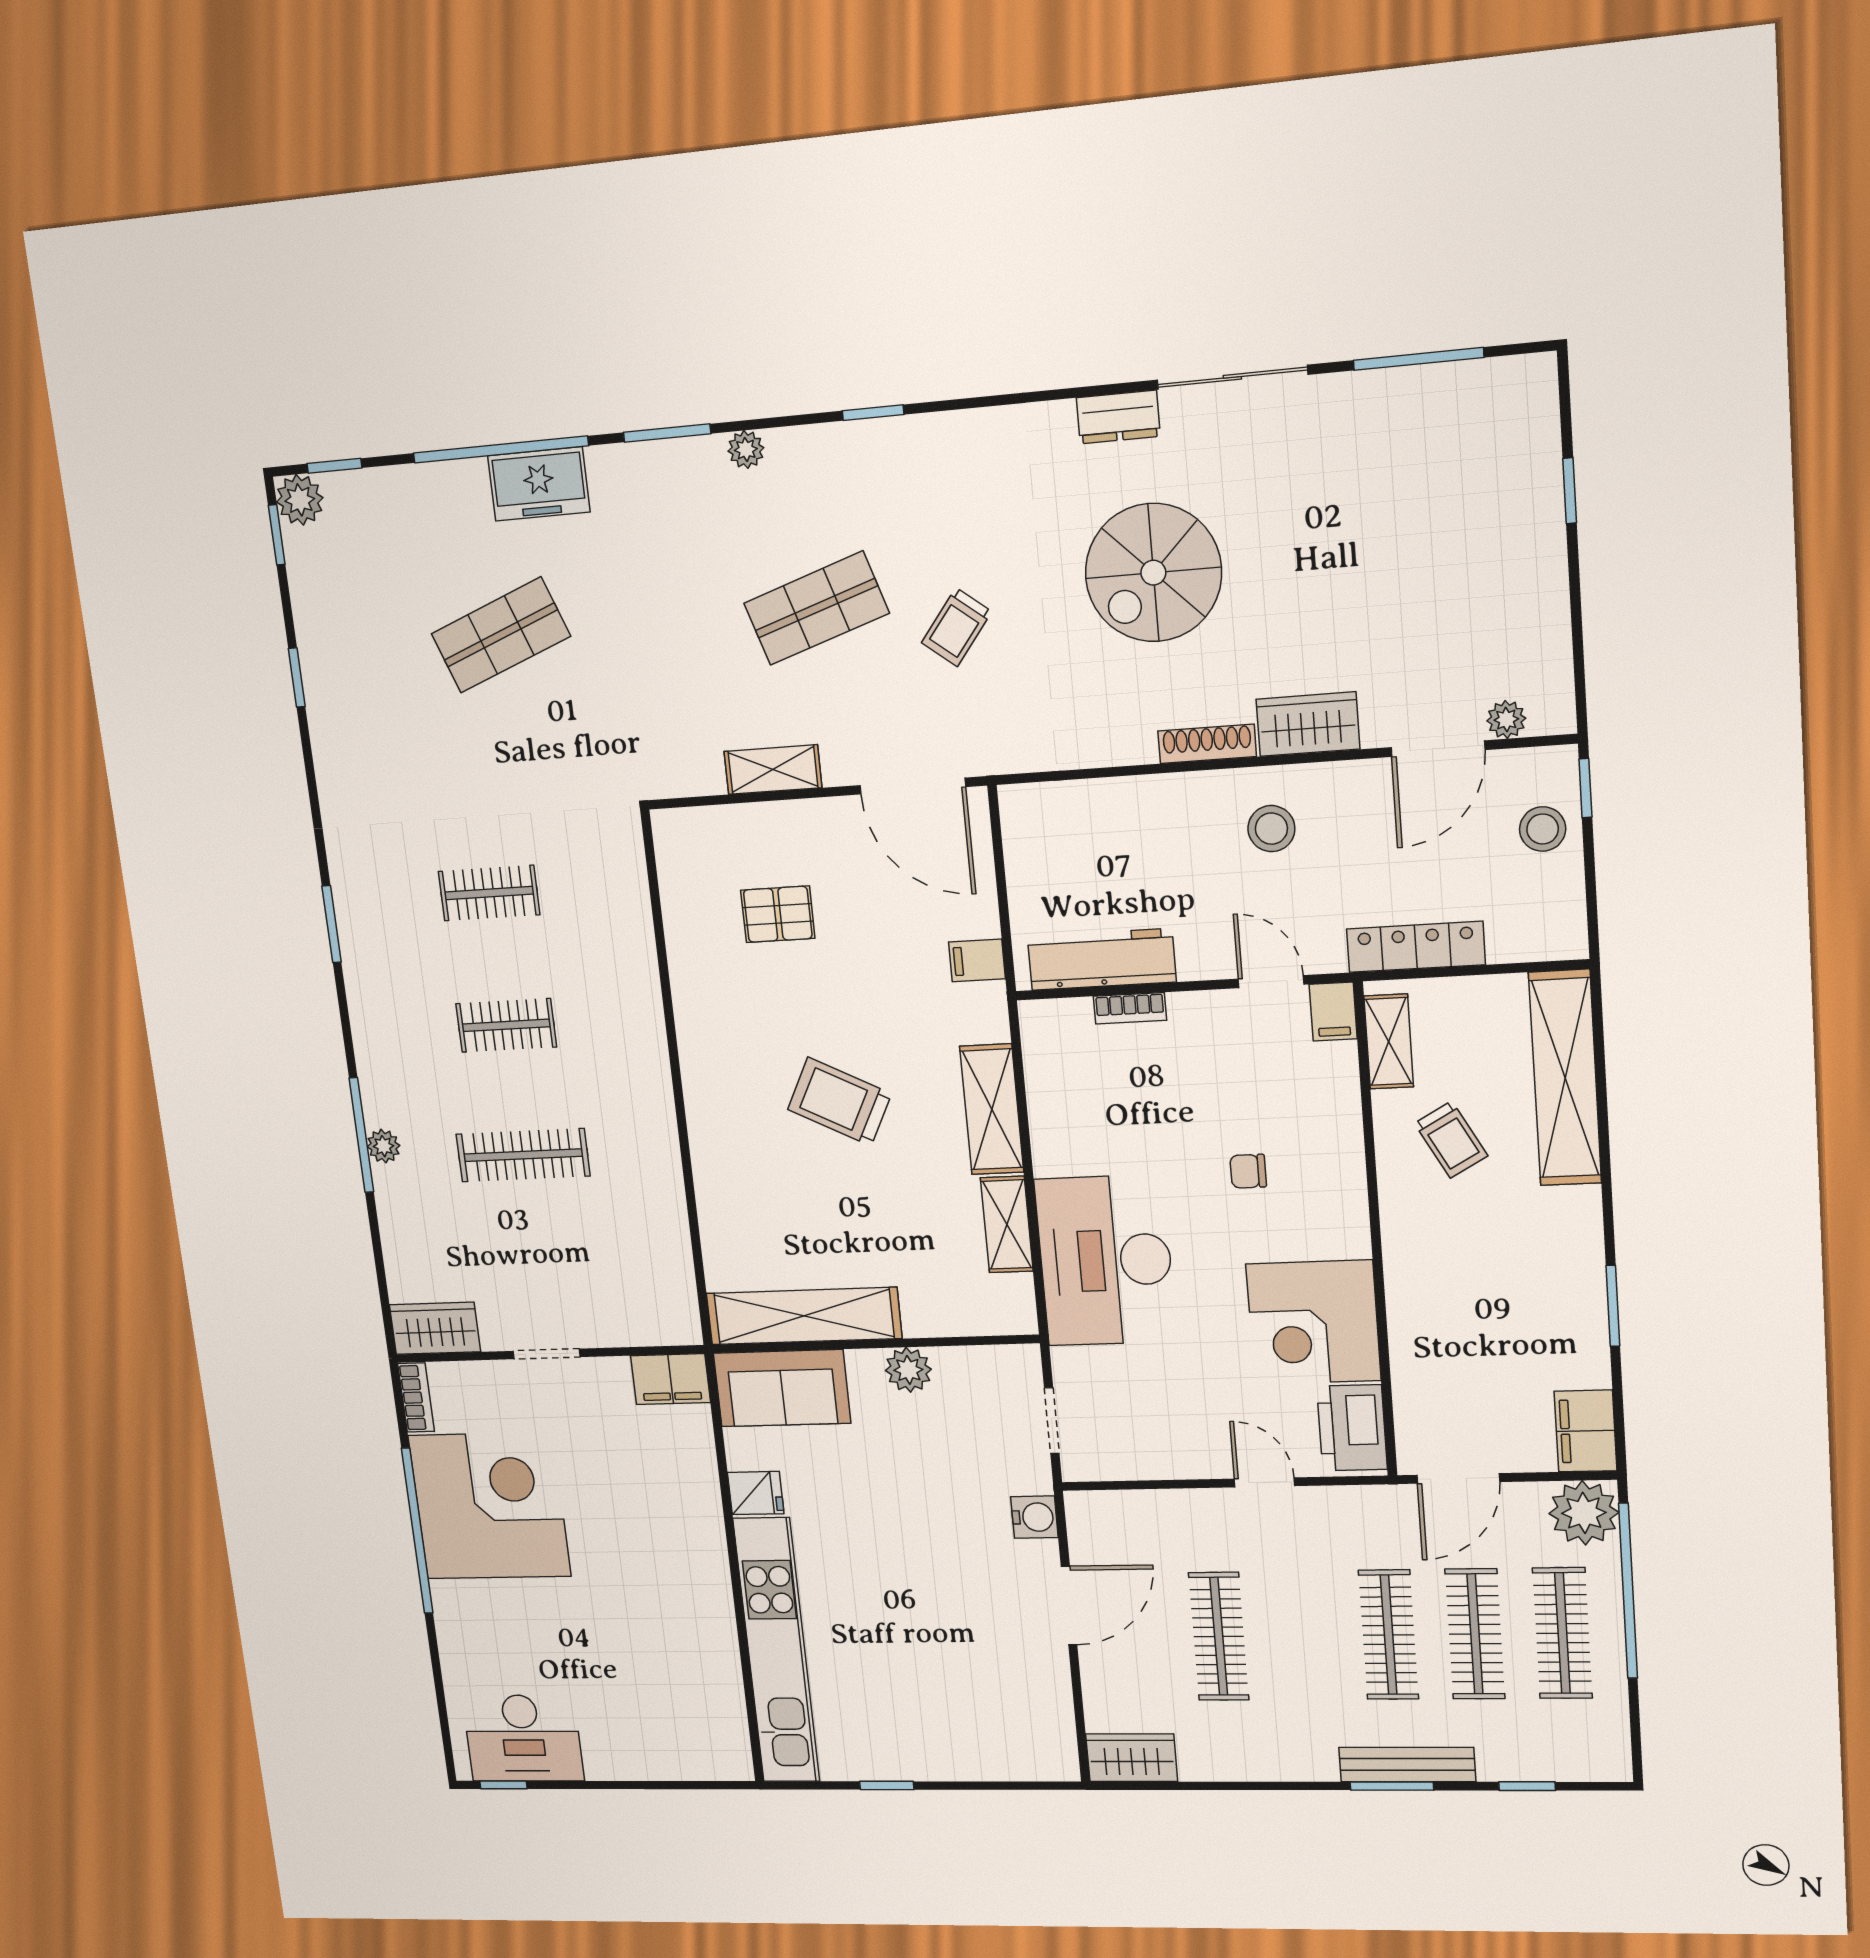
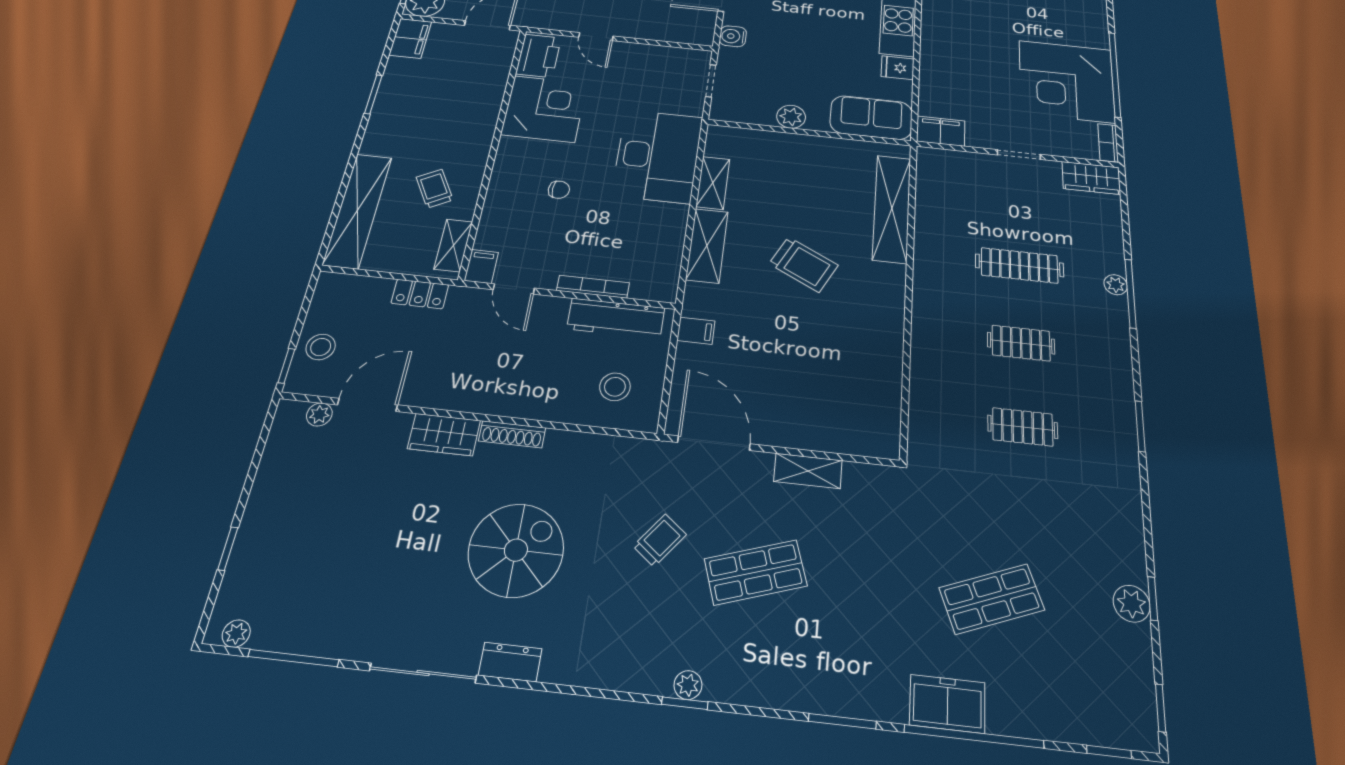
plant: (1512, 375) -> (236, 634), added
plant: (746, 449) -> (688, 685), moved
plant: (300, 500) -> (1132, 604), moved
stool: (1271, 829) -> (615, 387), moved
pallet: (778, 914) -> (822, 380), removed
locker: (1416, 947) -> (420, 294), width x0.66
bookcase: (1130, 1008) -> (593, 287), width x1.56
shelving: (804, 1316) -> (892, 208), moved, turned 90

